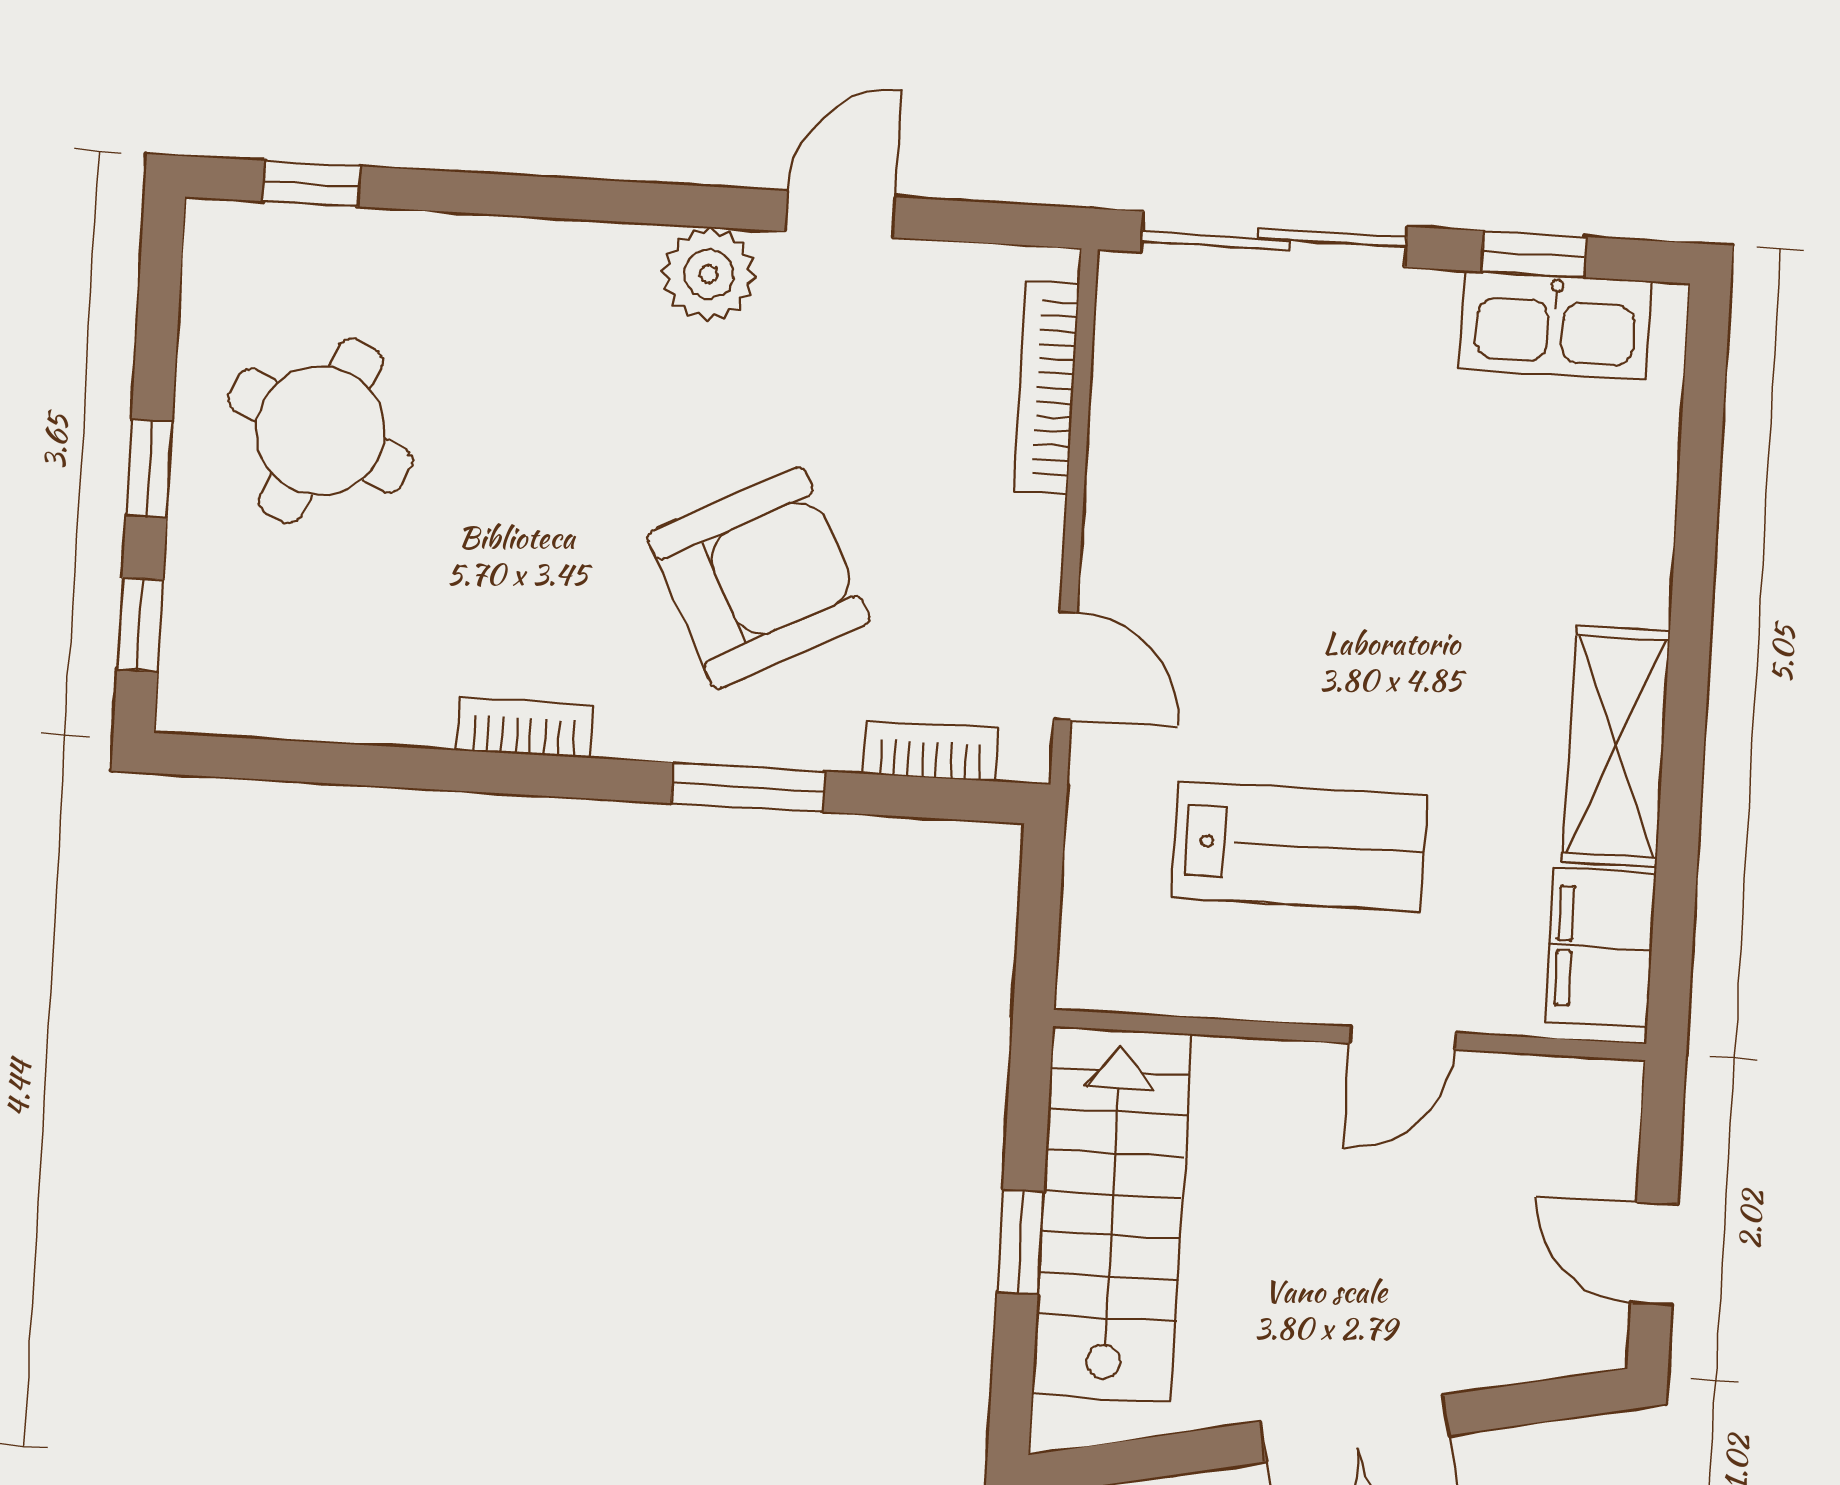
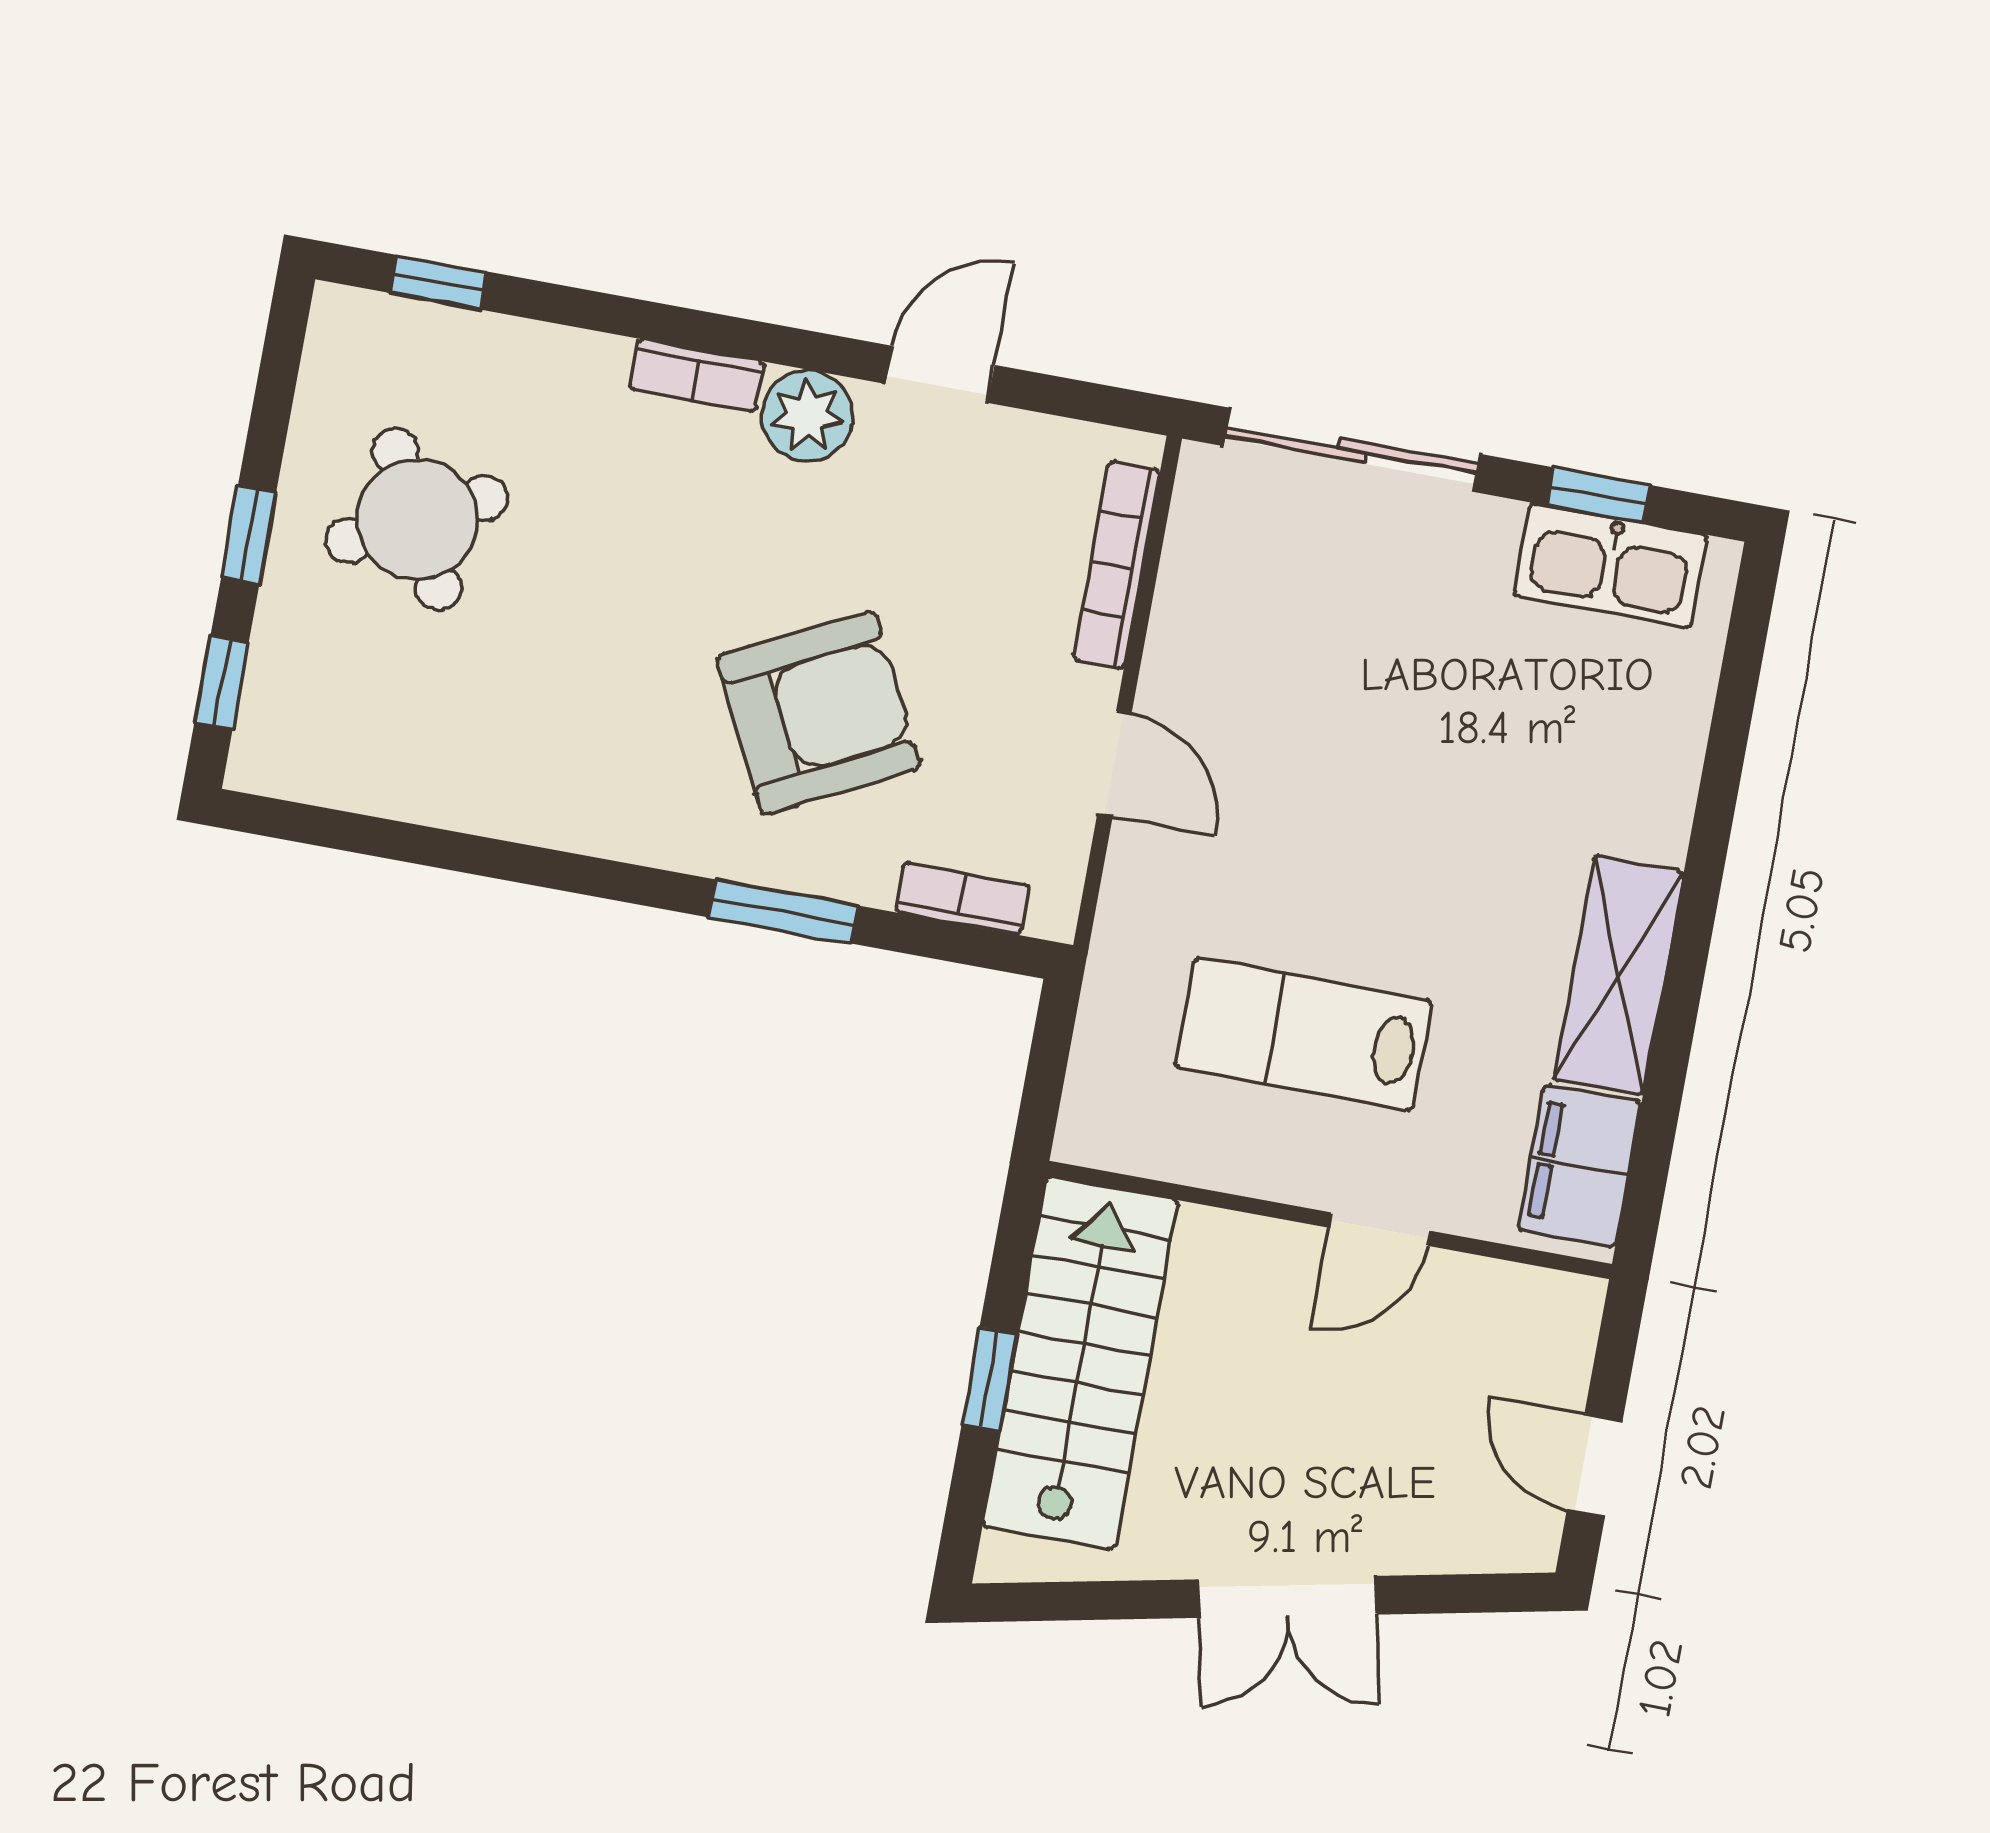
round table: (320, 431) -> (417, 519), turned 37
door: (1066, 666) -> (1114, 764), moved
bookcase: (524, 728) -> (697, 376), moved, turned 180
lab bench: (1299, 846) -> (1304, 1034), turned 180

